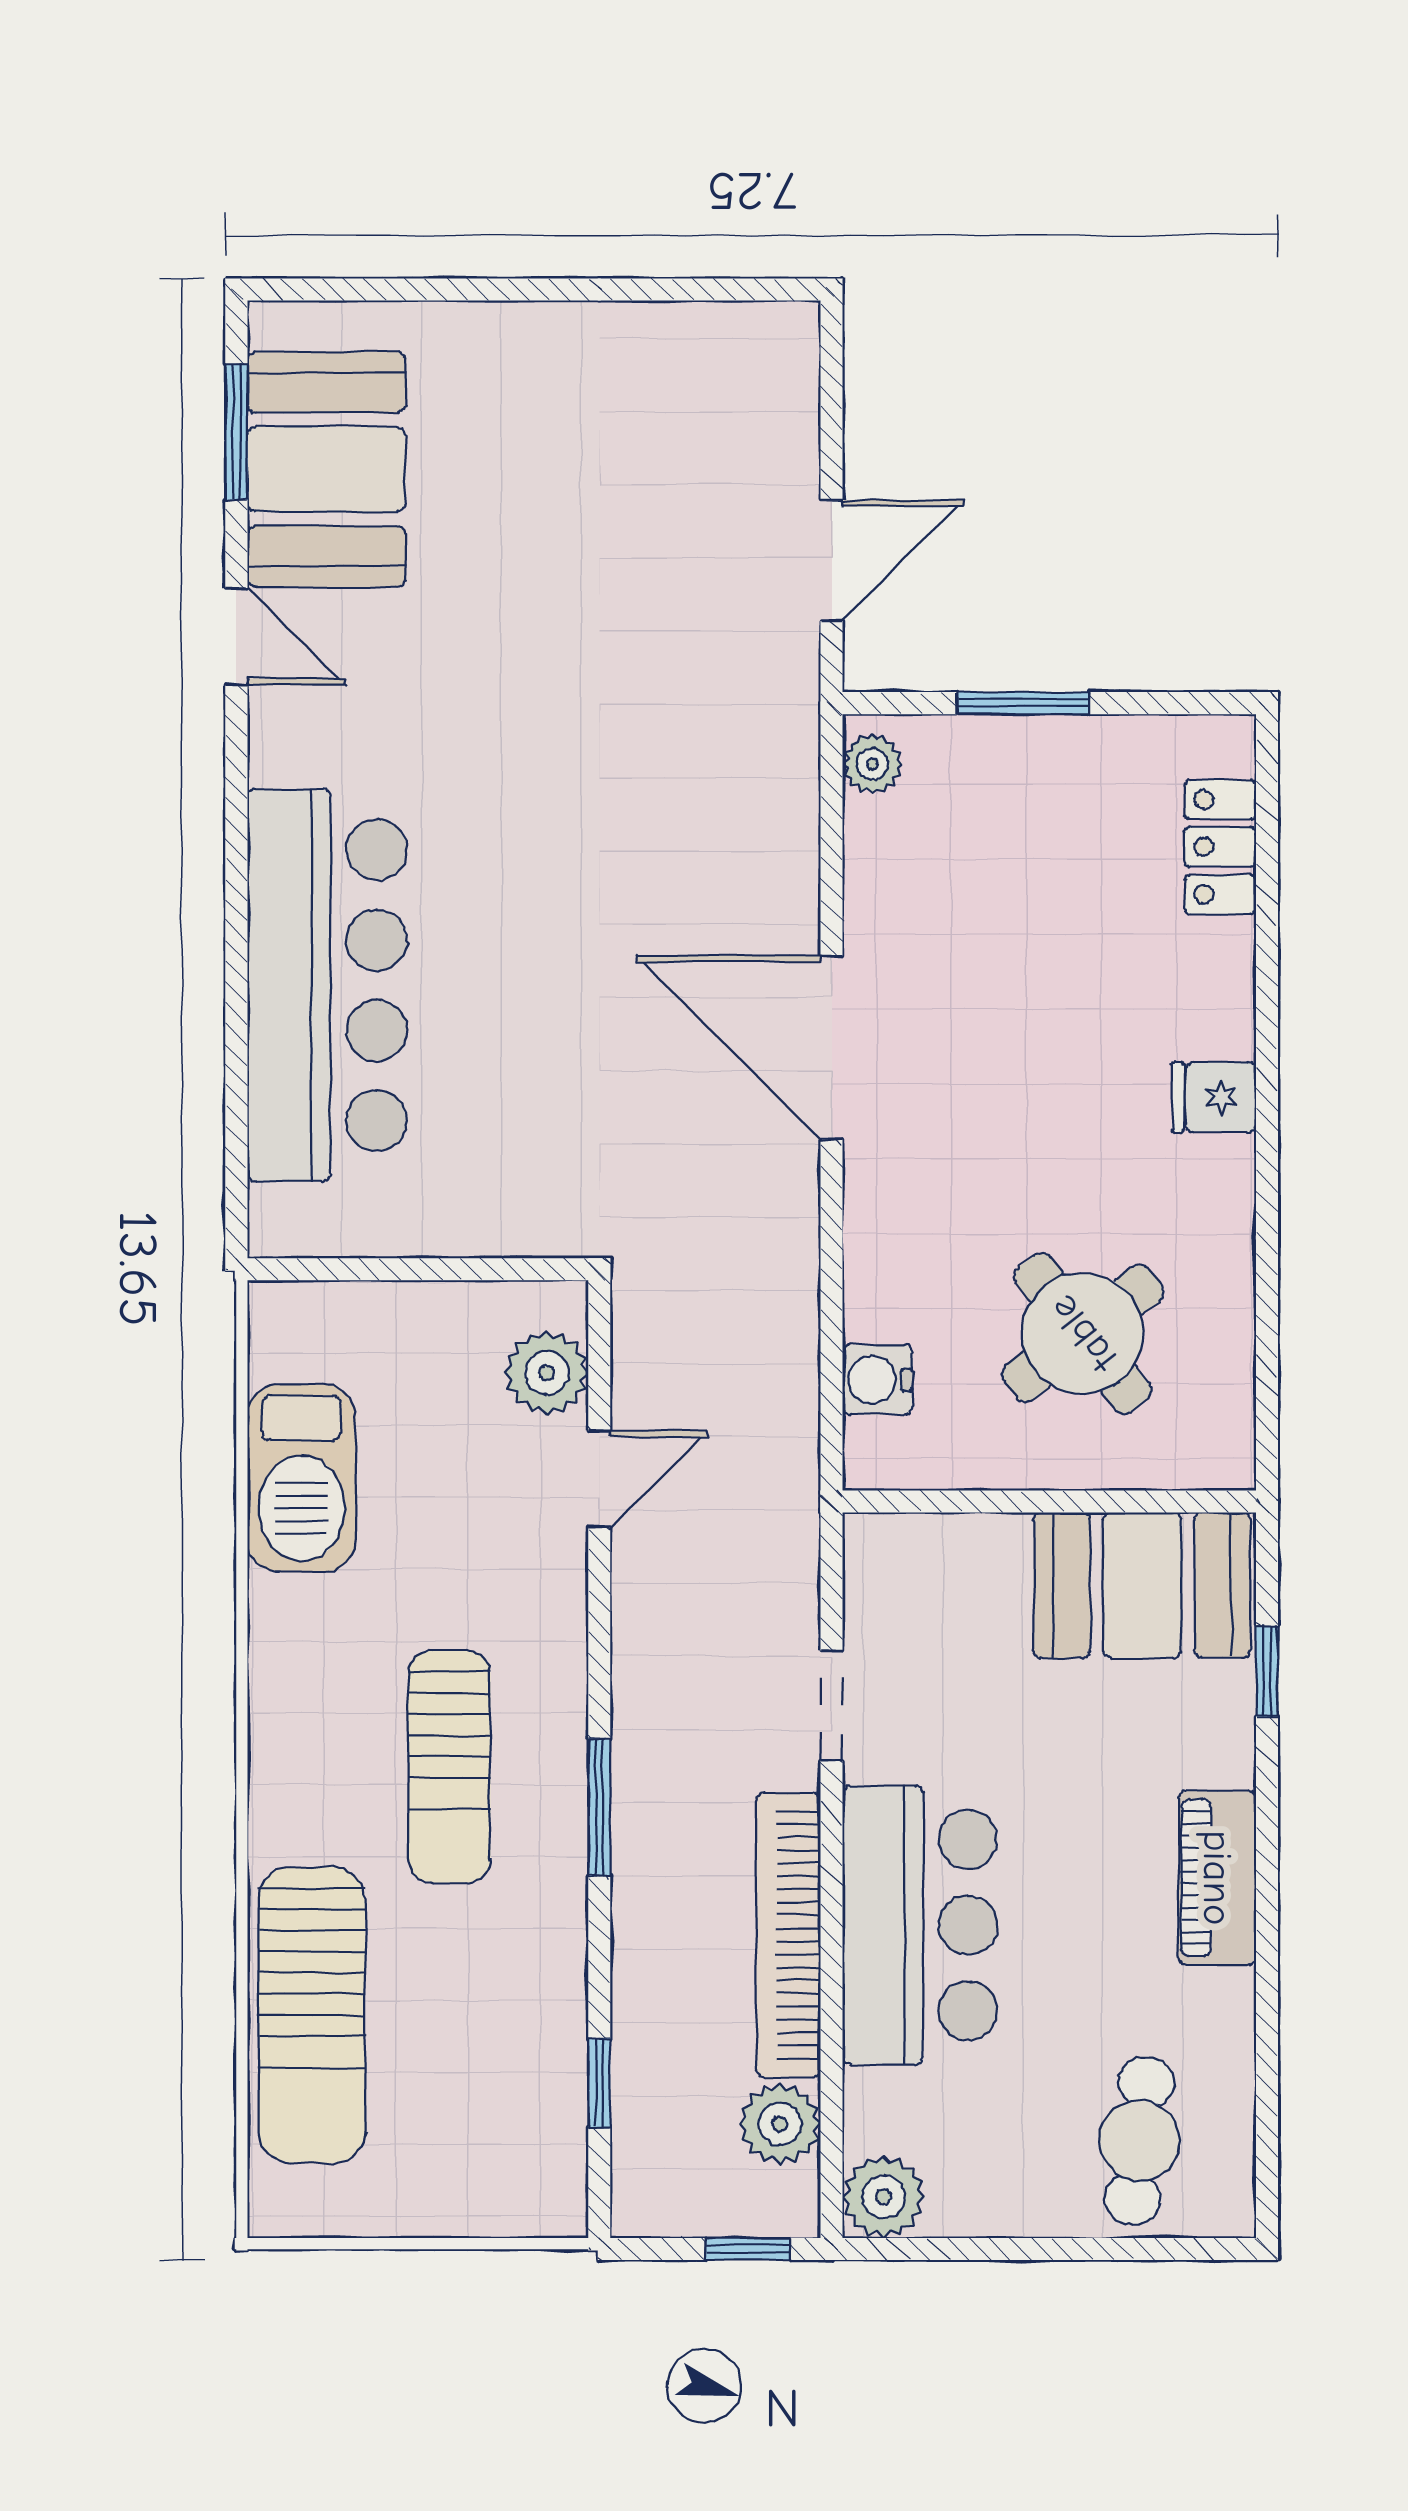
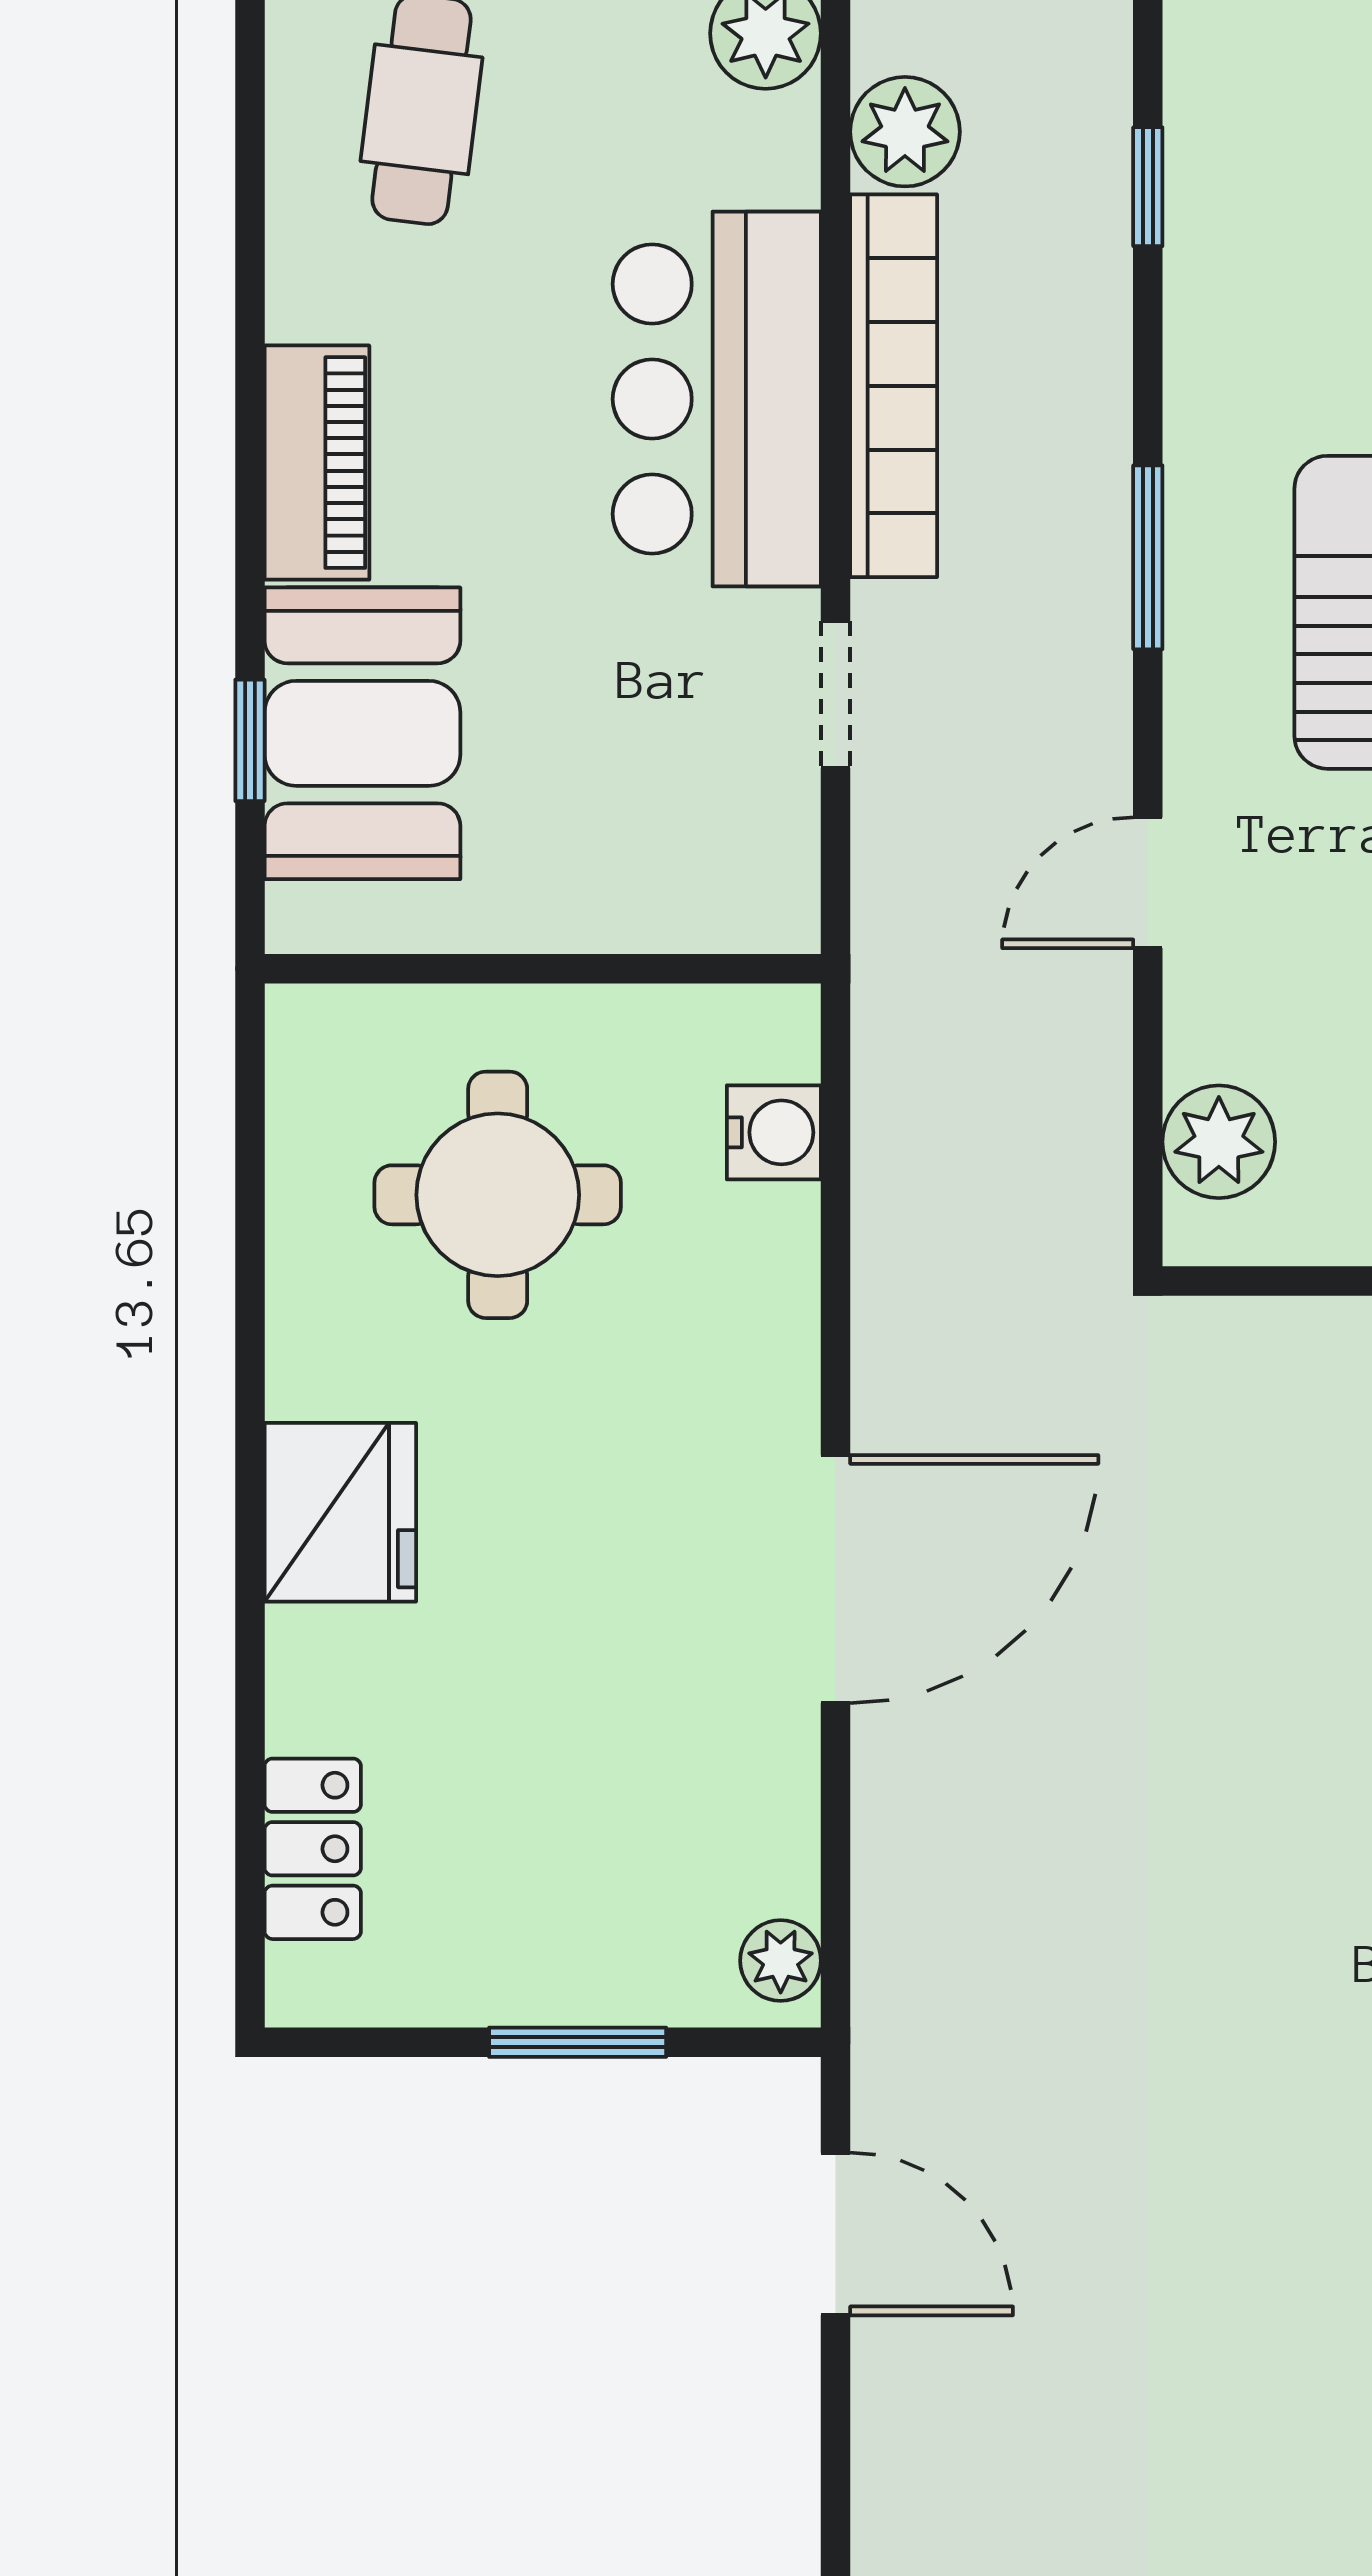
door: (832, 561) -> (836, 2234), swing flipped
door: (832, 1048) -> (836, 1579), hinge flipped
fridge: (1214, 1097) -> (340, 1512), width x1.88, depth x1.34
round table: (1083, 1333) -> (498, 1195), turned 38
door: (599, 1479) -> (1148, 883), moved
booth: (1142, 1585) -> (362, 733), moved, turned 90

